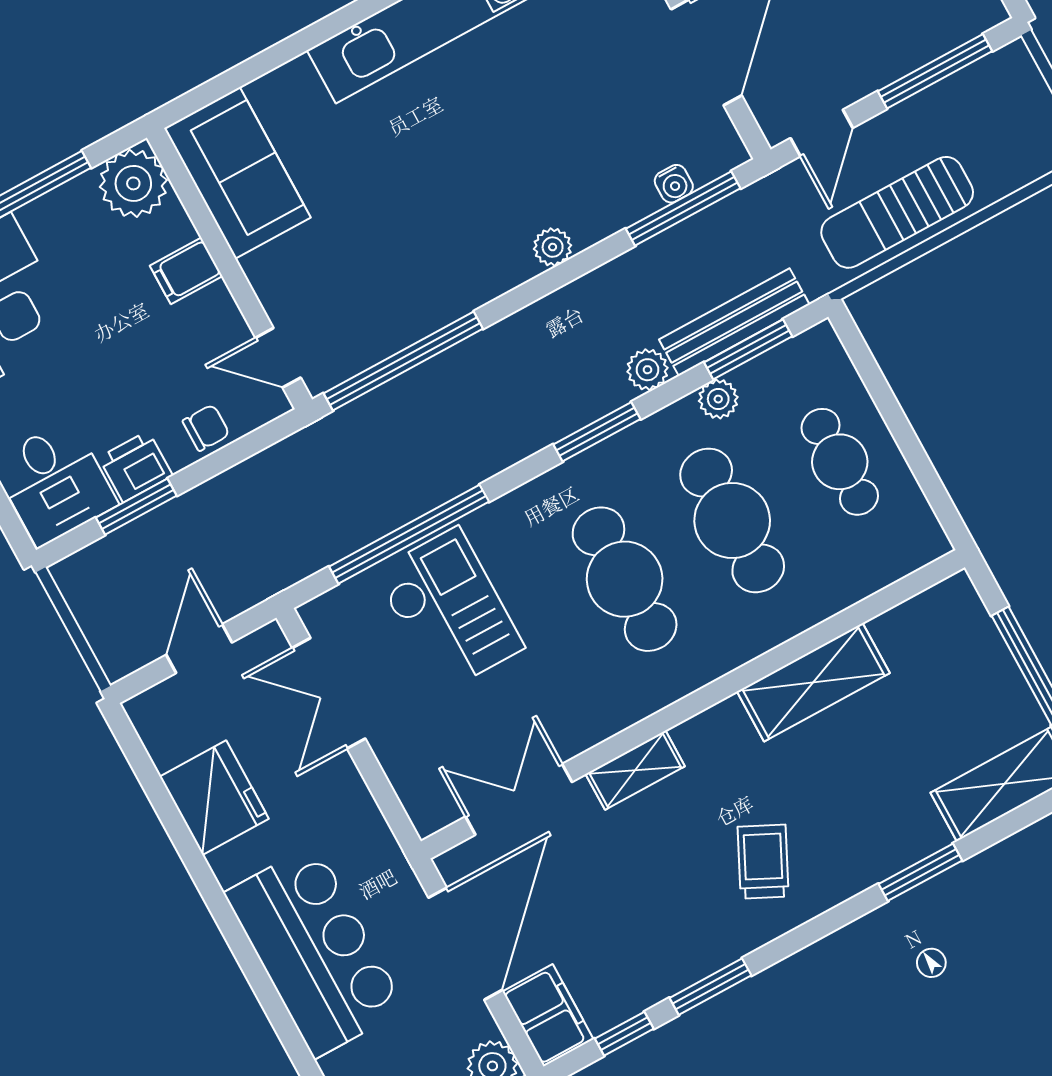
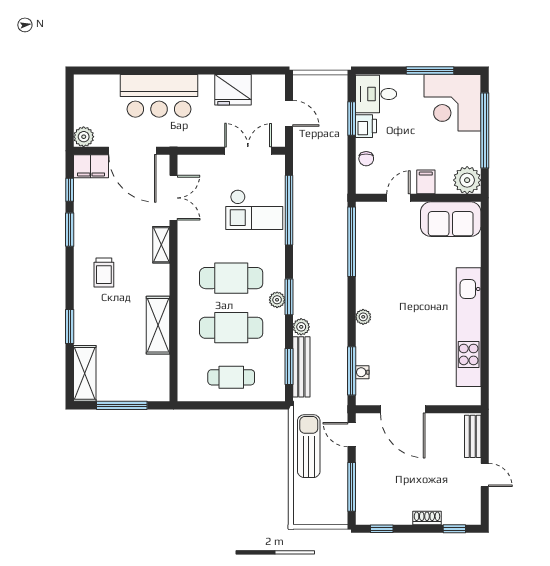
door: (278, 358) -> (399, 198), moved
plant: (718, 399) -> (277, 300), moved
trolley: (763, 862) -> (104, 273), turned 64

